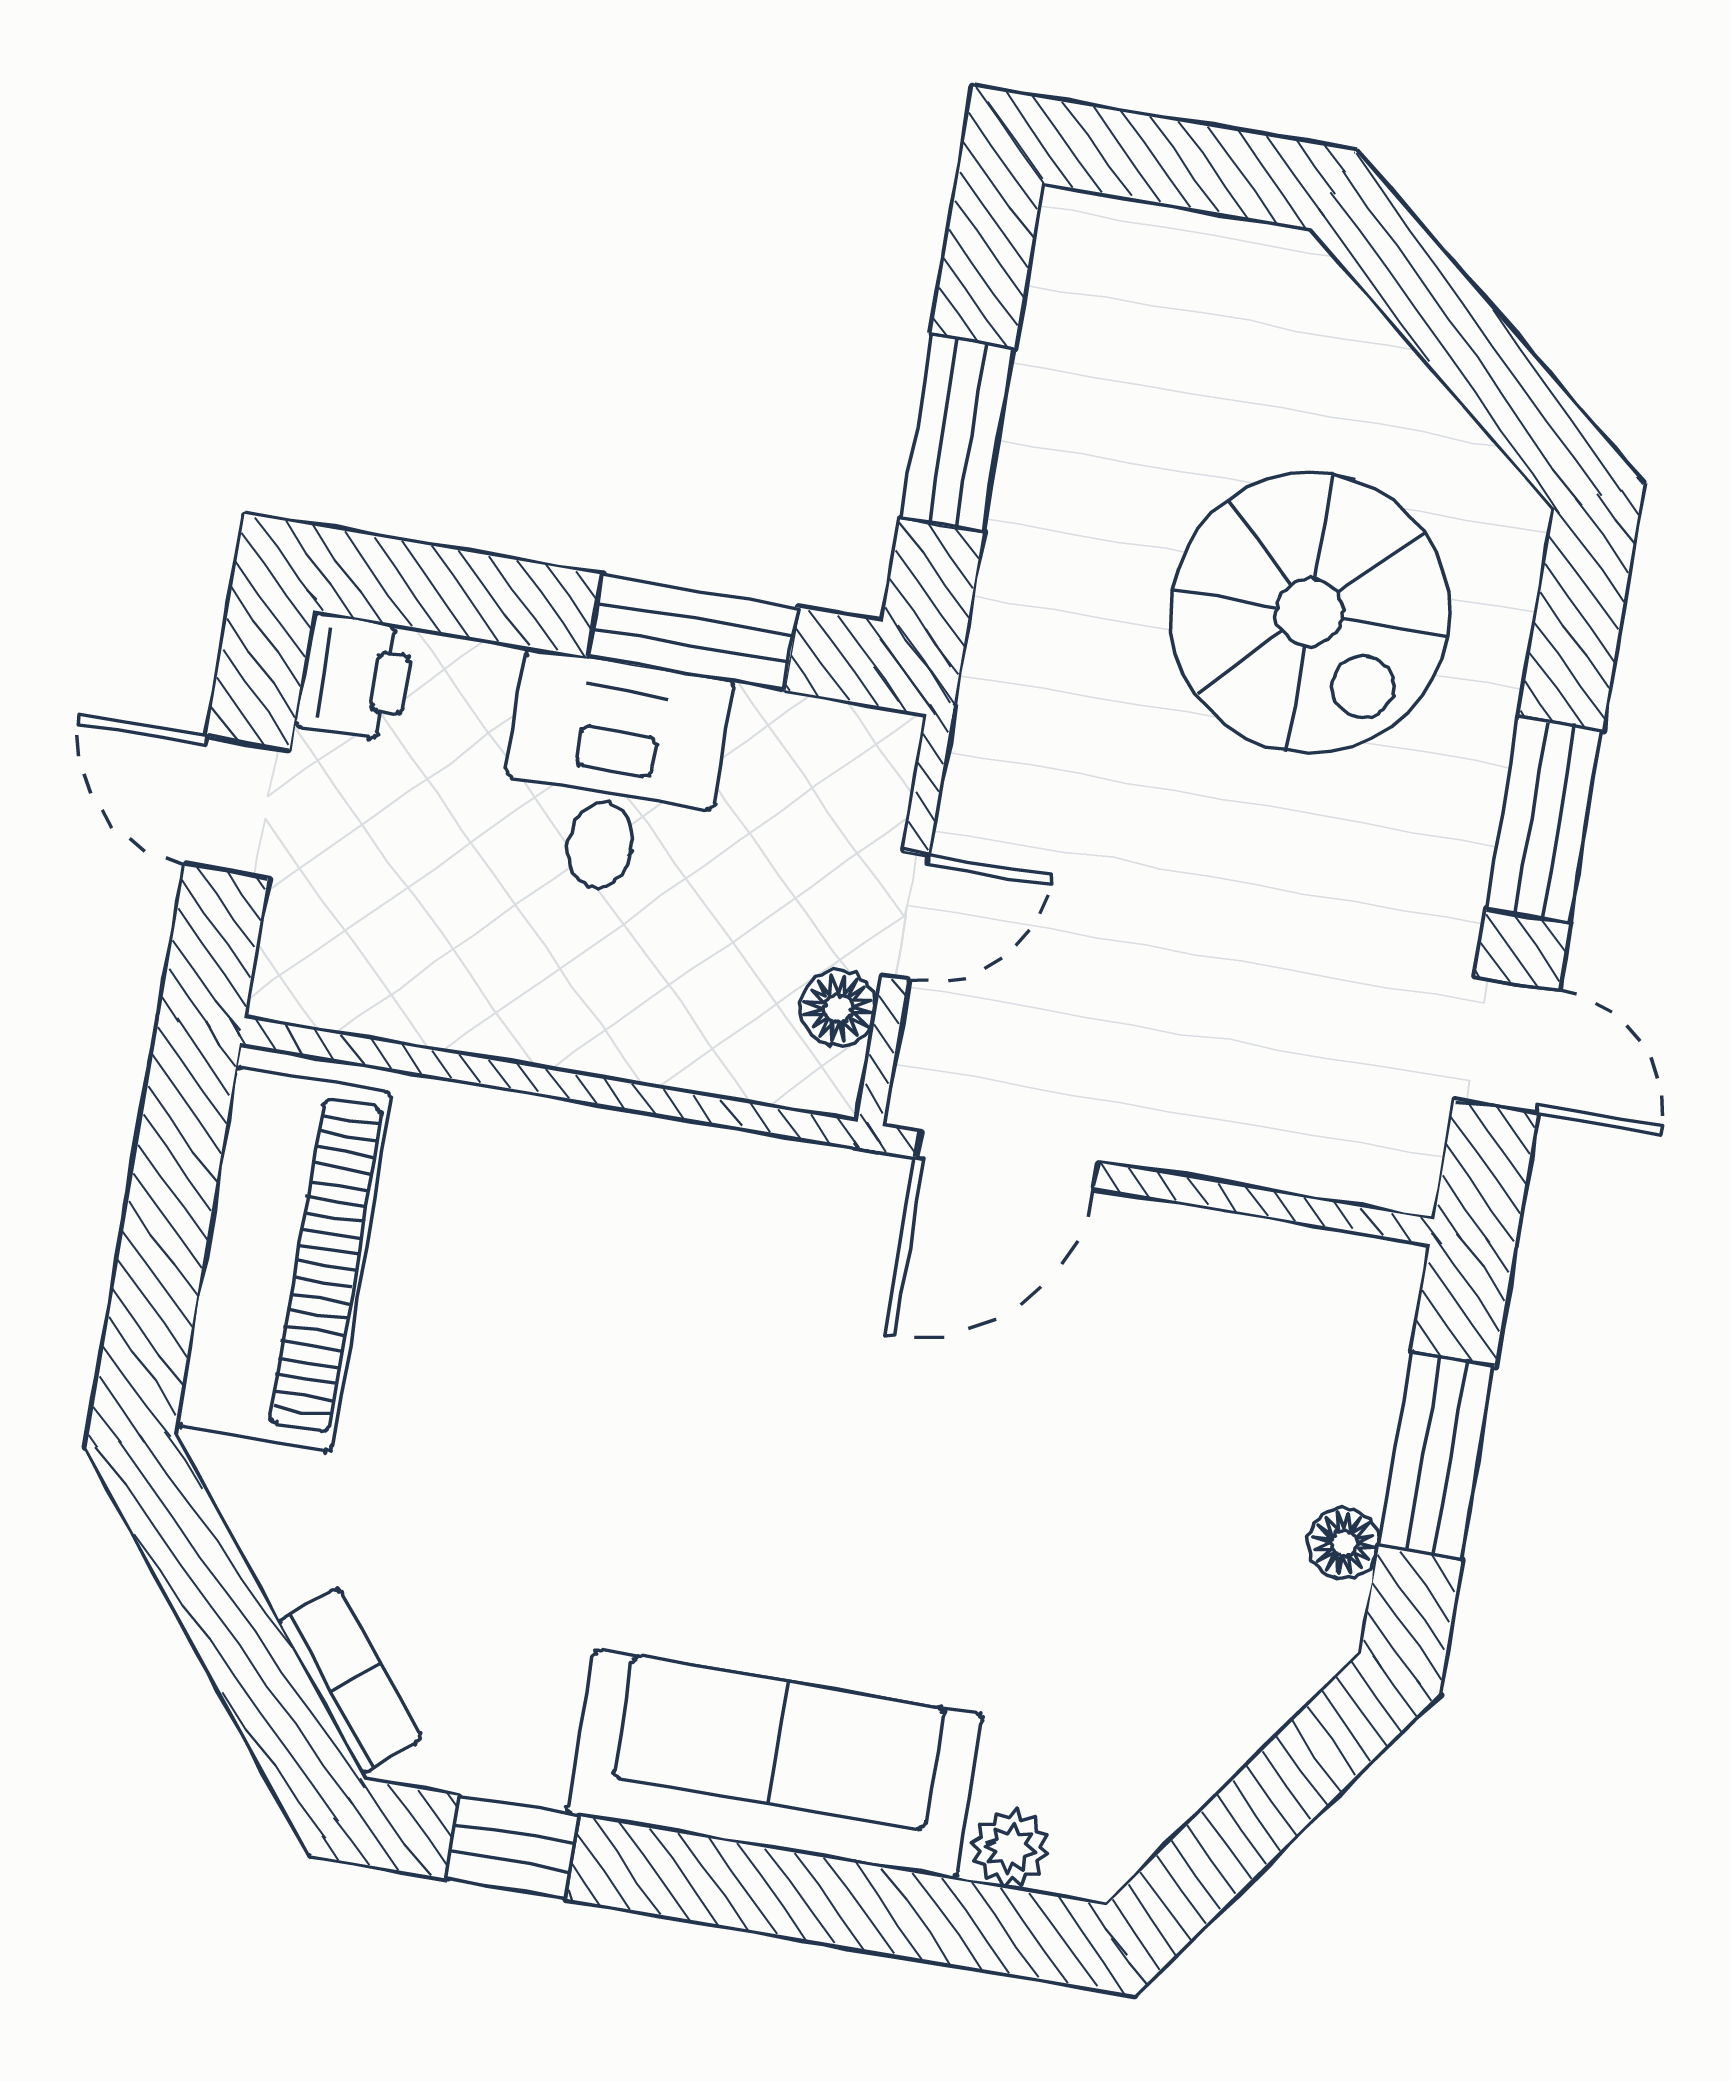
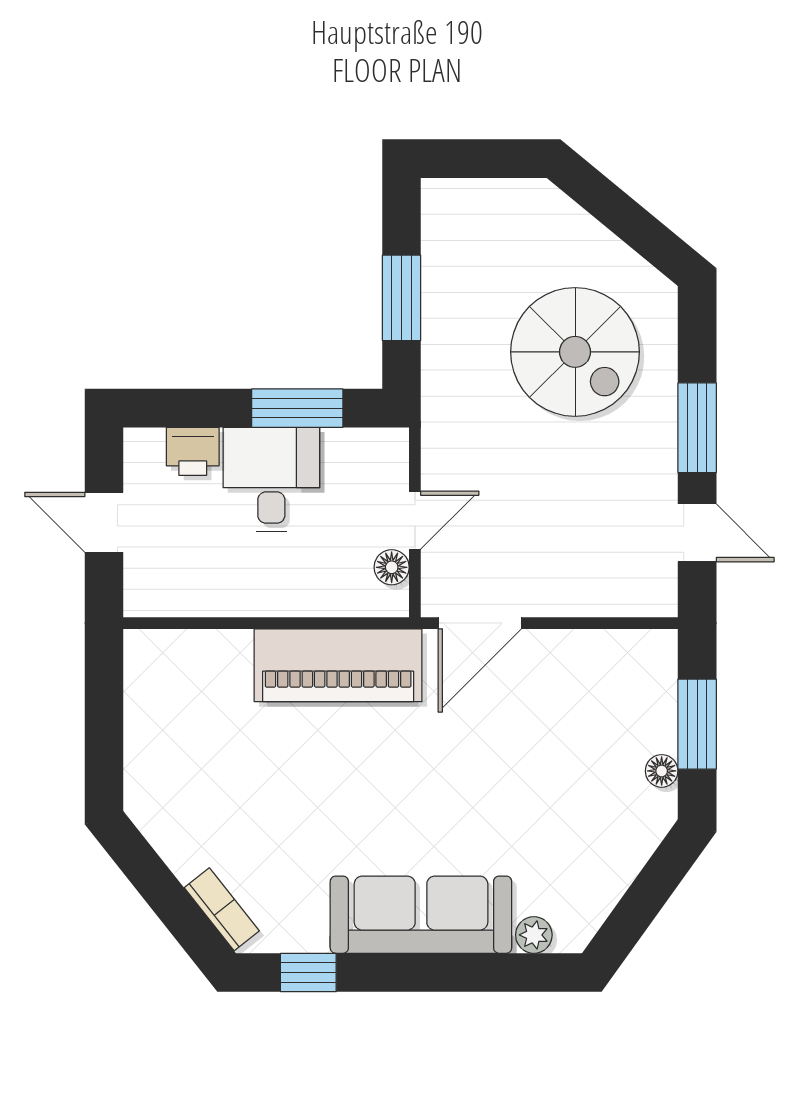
printer: (355, 678) -> (193, 451), moved, turned 90
piano: (284, 1259) -> (338, 665), moved, turned 90

